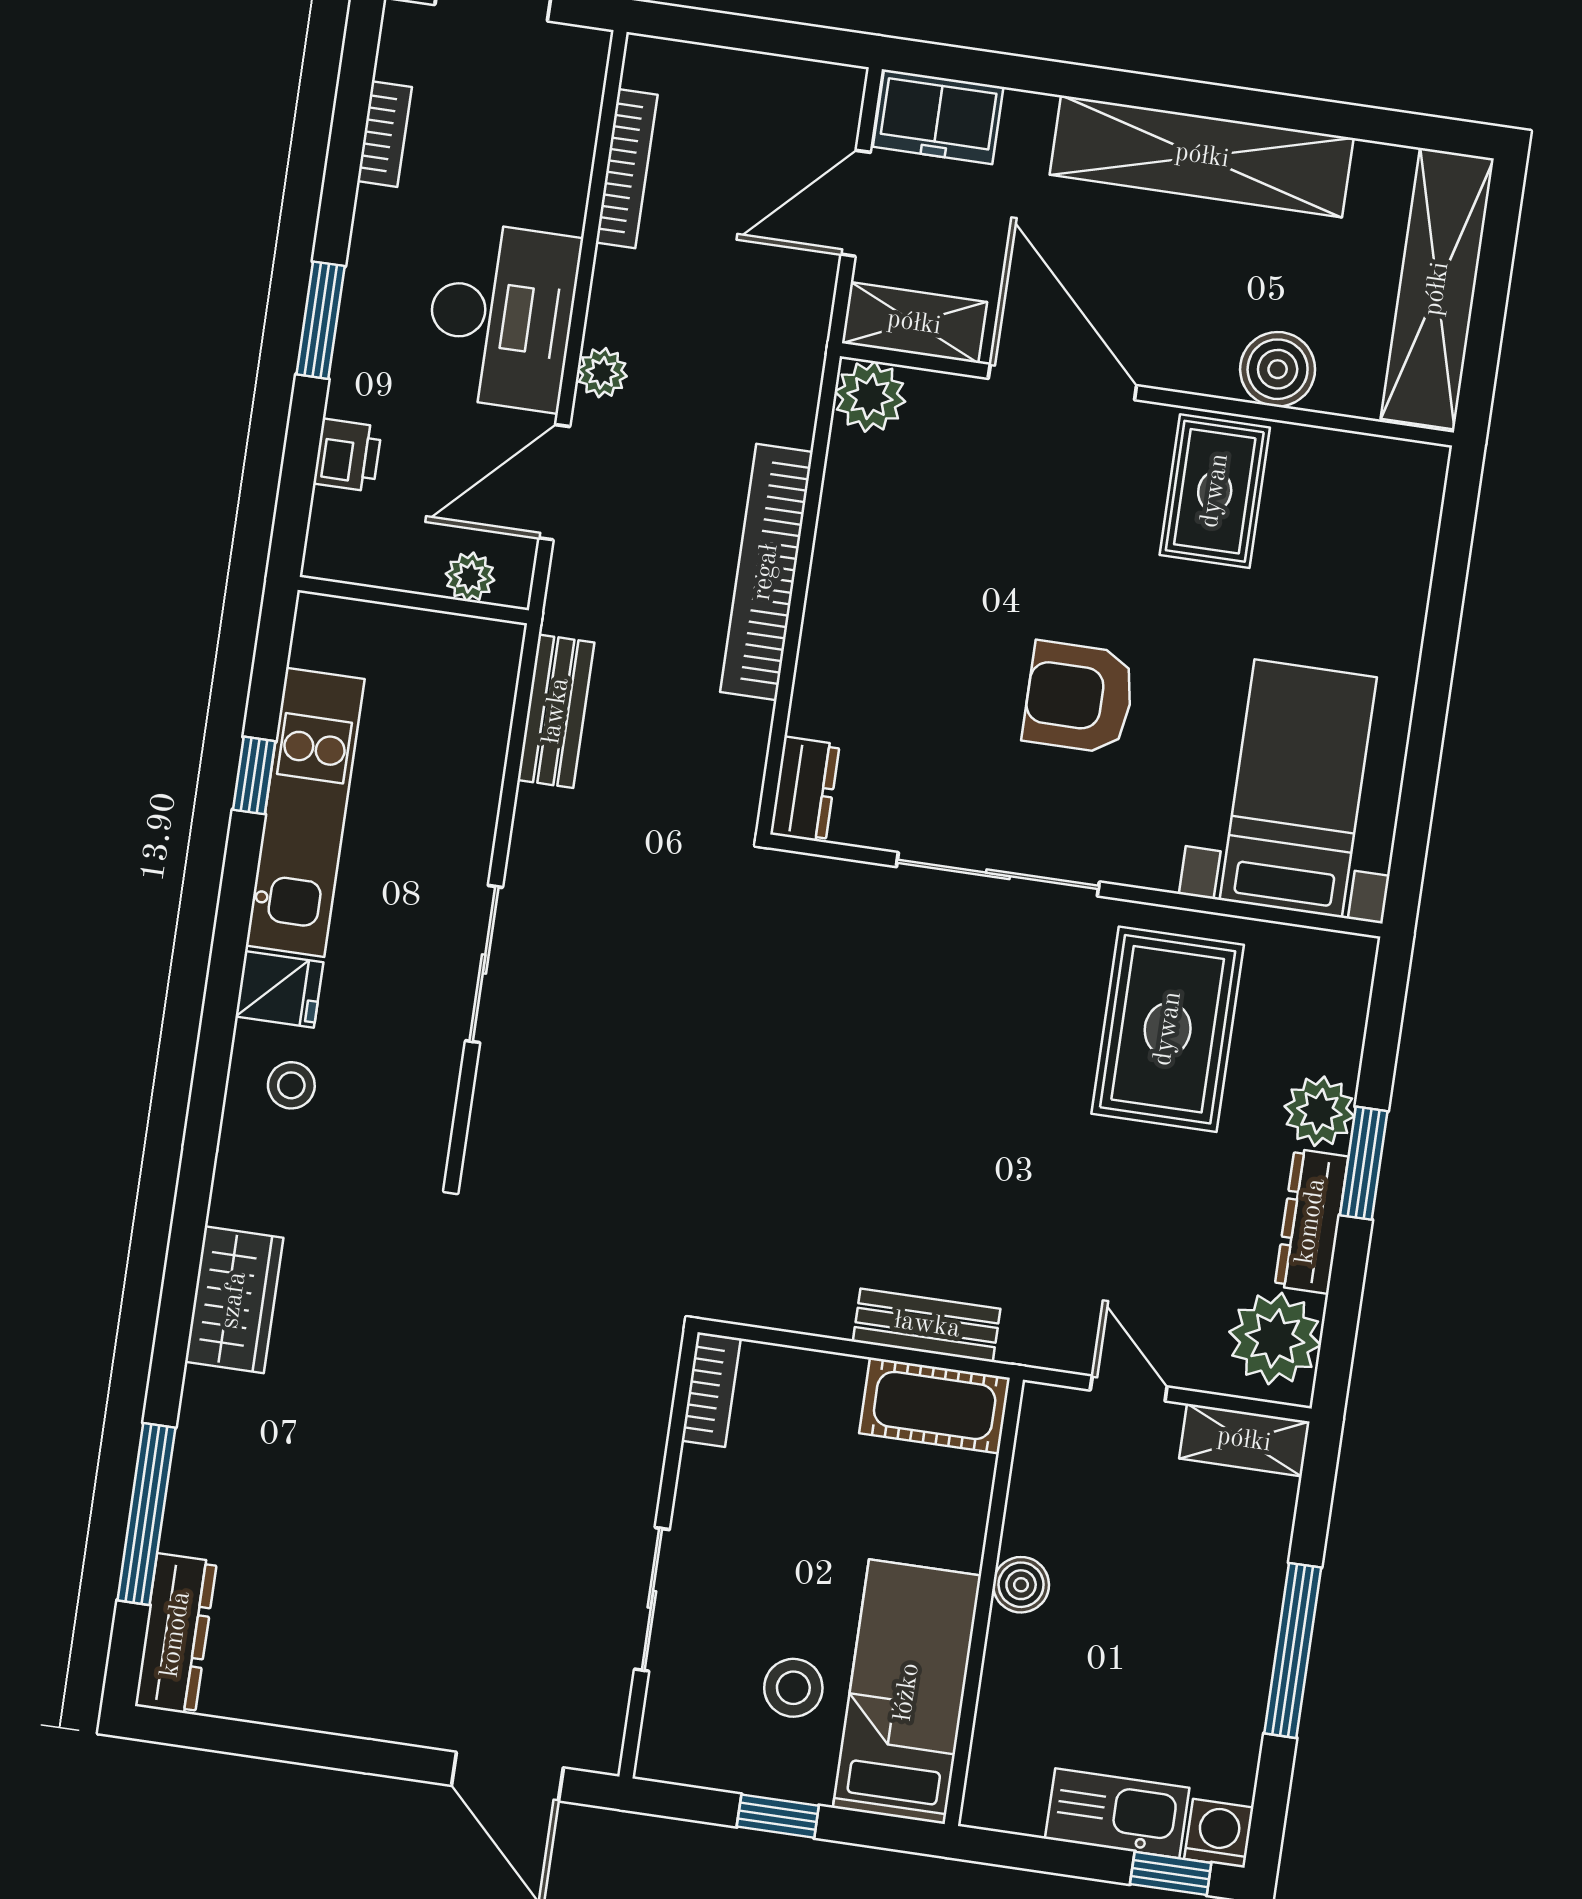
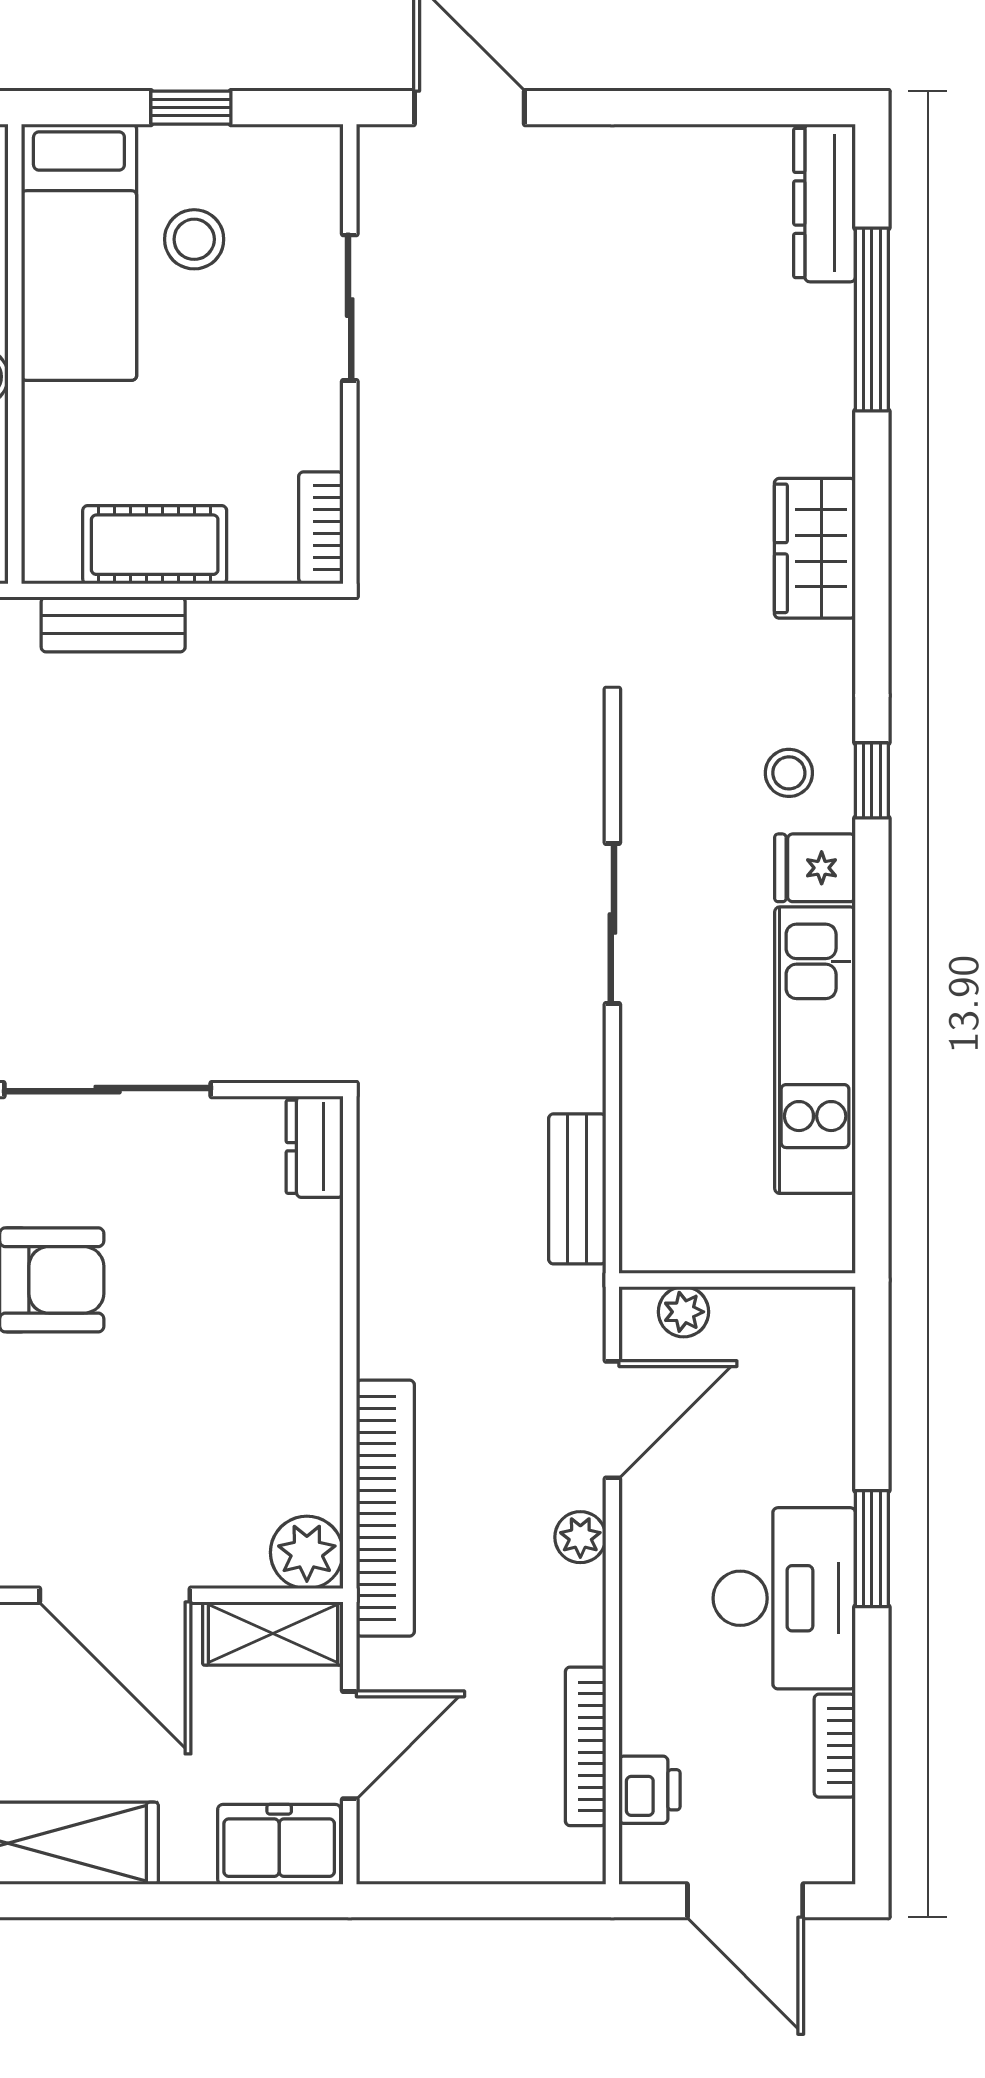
desk: (501, 316) -> (784, 1598), moved, turned 180
printer: (348, 455) -> (650, 1790), moved, turned 180
bookcase: (766, 572) -> (385, 1508), moved
window: (254, 775) -> (872, 780), moved
cot: (935, 1405) -> (155, 545), moved

